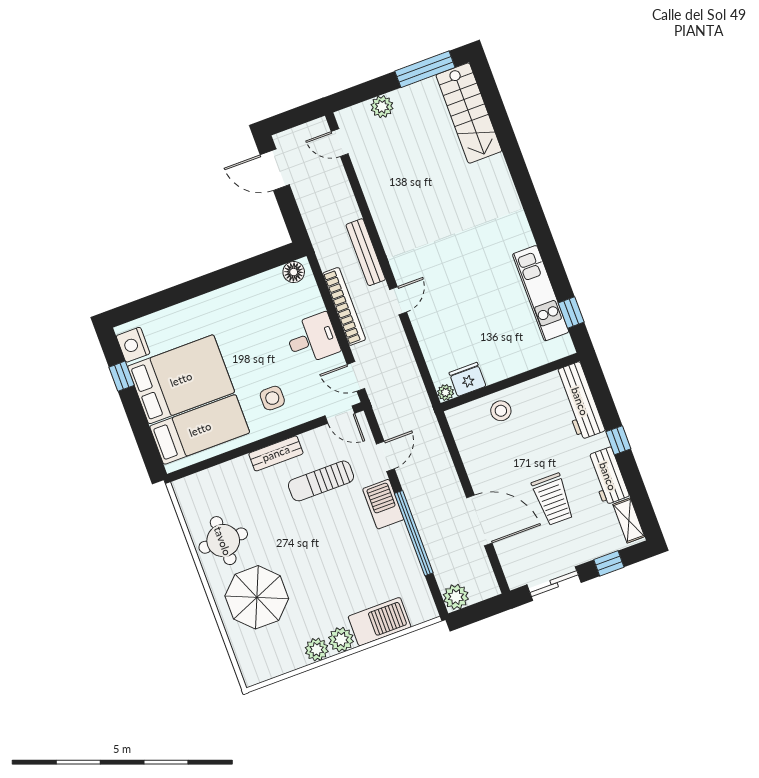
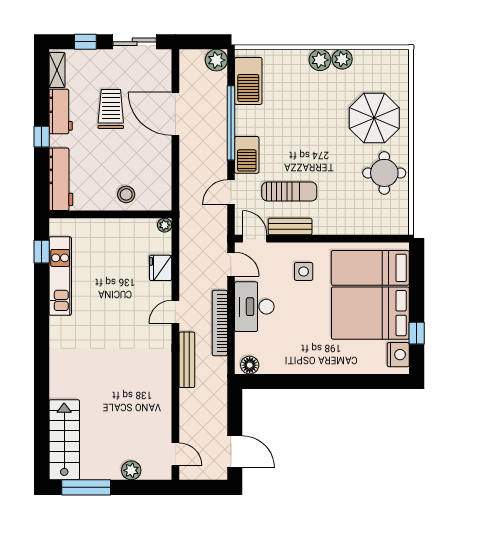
desk: (313, 339) -> (254, 307), width x1.37
fridge: (467, 379) -> (161, 268), moved, turned 90
bench: (276, 453) -> (290, 227), moved
barbecue: (380, 622) -> (248, 81), moved, turned -90

